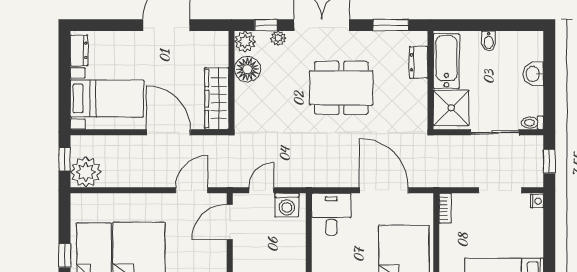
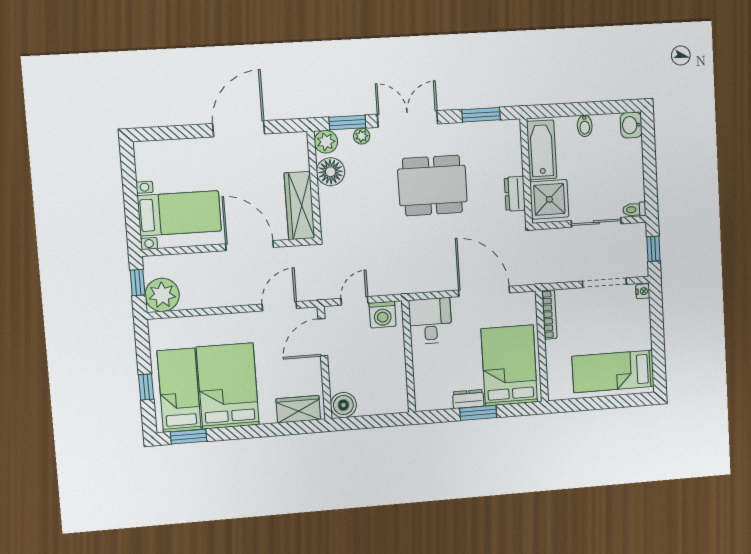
window: (266, 25) -> (347, 123), width x1.50
dresser: (79, 50) -> (144, 162), removed
dresser: (419, 62) -> (515, 194), moved
washbasin: (533, 74) -> (631, 125), moved
bookcase: (445, 208) -> (549, 314), width x1.56

